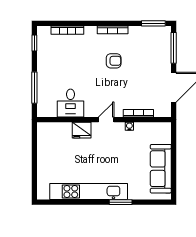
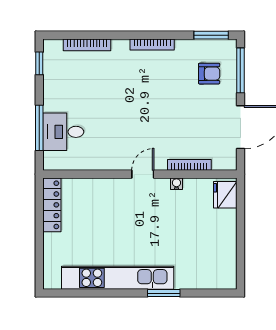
armchair: (114, 61) -> (209, 74), moved
desk: (70, 103) -> (63, 132), moved, turned 90
fridge: (82, 130) -> (225, 195), moved, turned 90
locker: (43, 141) -> (52, 205), added
sofa: (161, 169) -> (222, 245), removed

